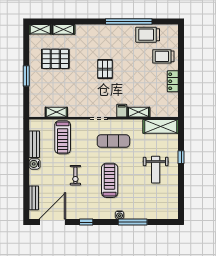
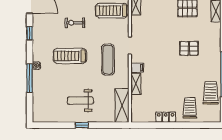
pallet: (105, 69) -> (189, 48), moved
window: (181, 157) -> (82, 125), moved
treadmill: (110, 180) -> (70, 56), turned 180

